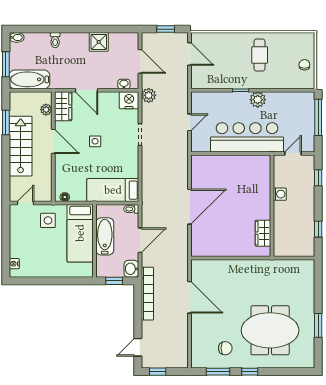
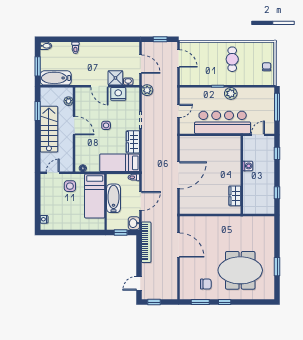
shower: (99, 42) -> (115, 78), moved
nightstand: (129, 100) -> (118, 94), moved
wardrobe: (63, 106) -> (133, 142), moved, turned 180

